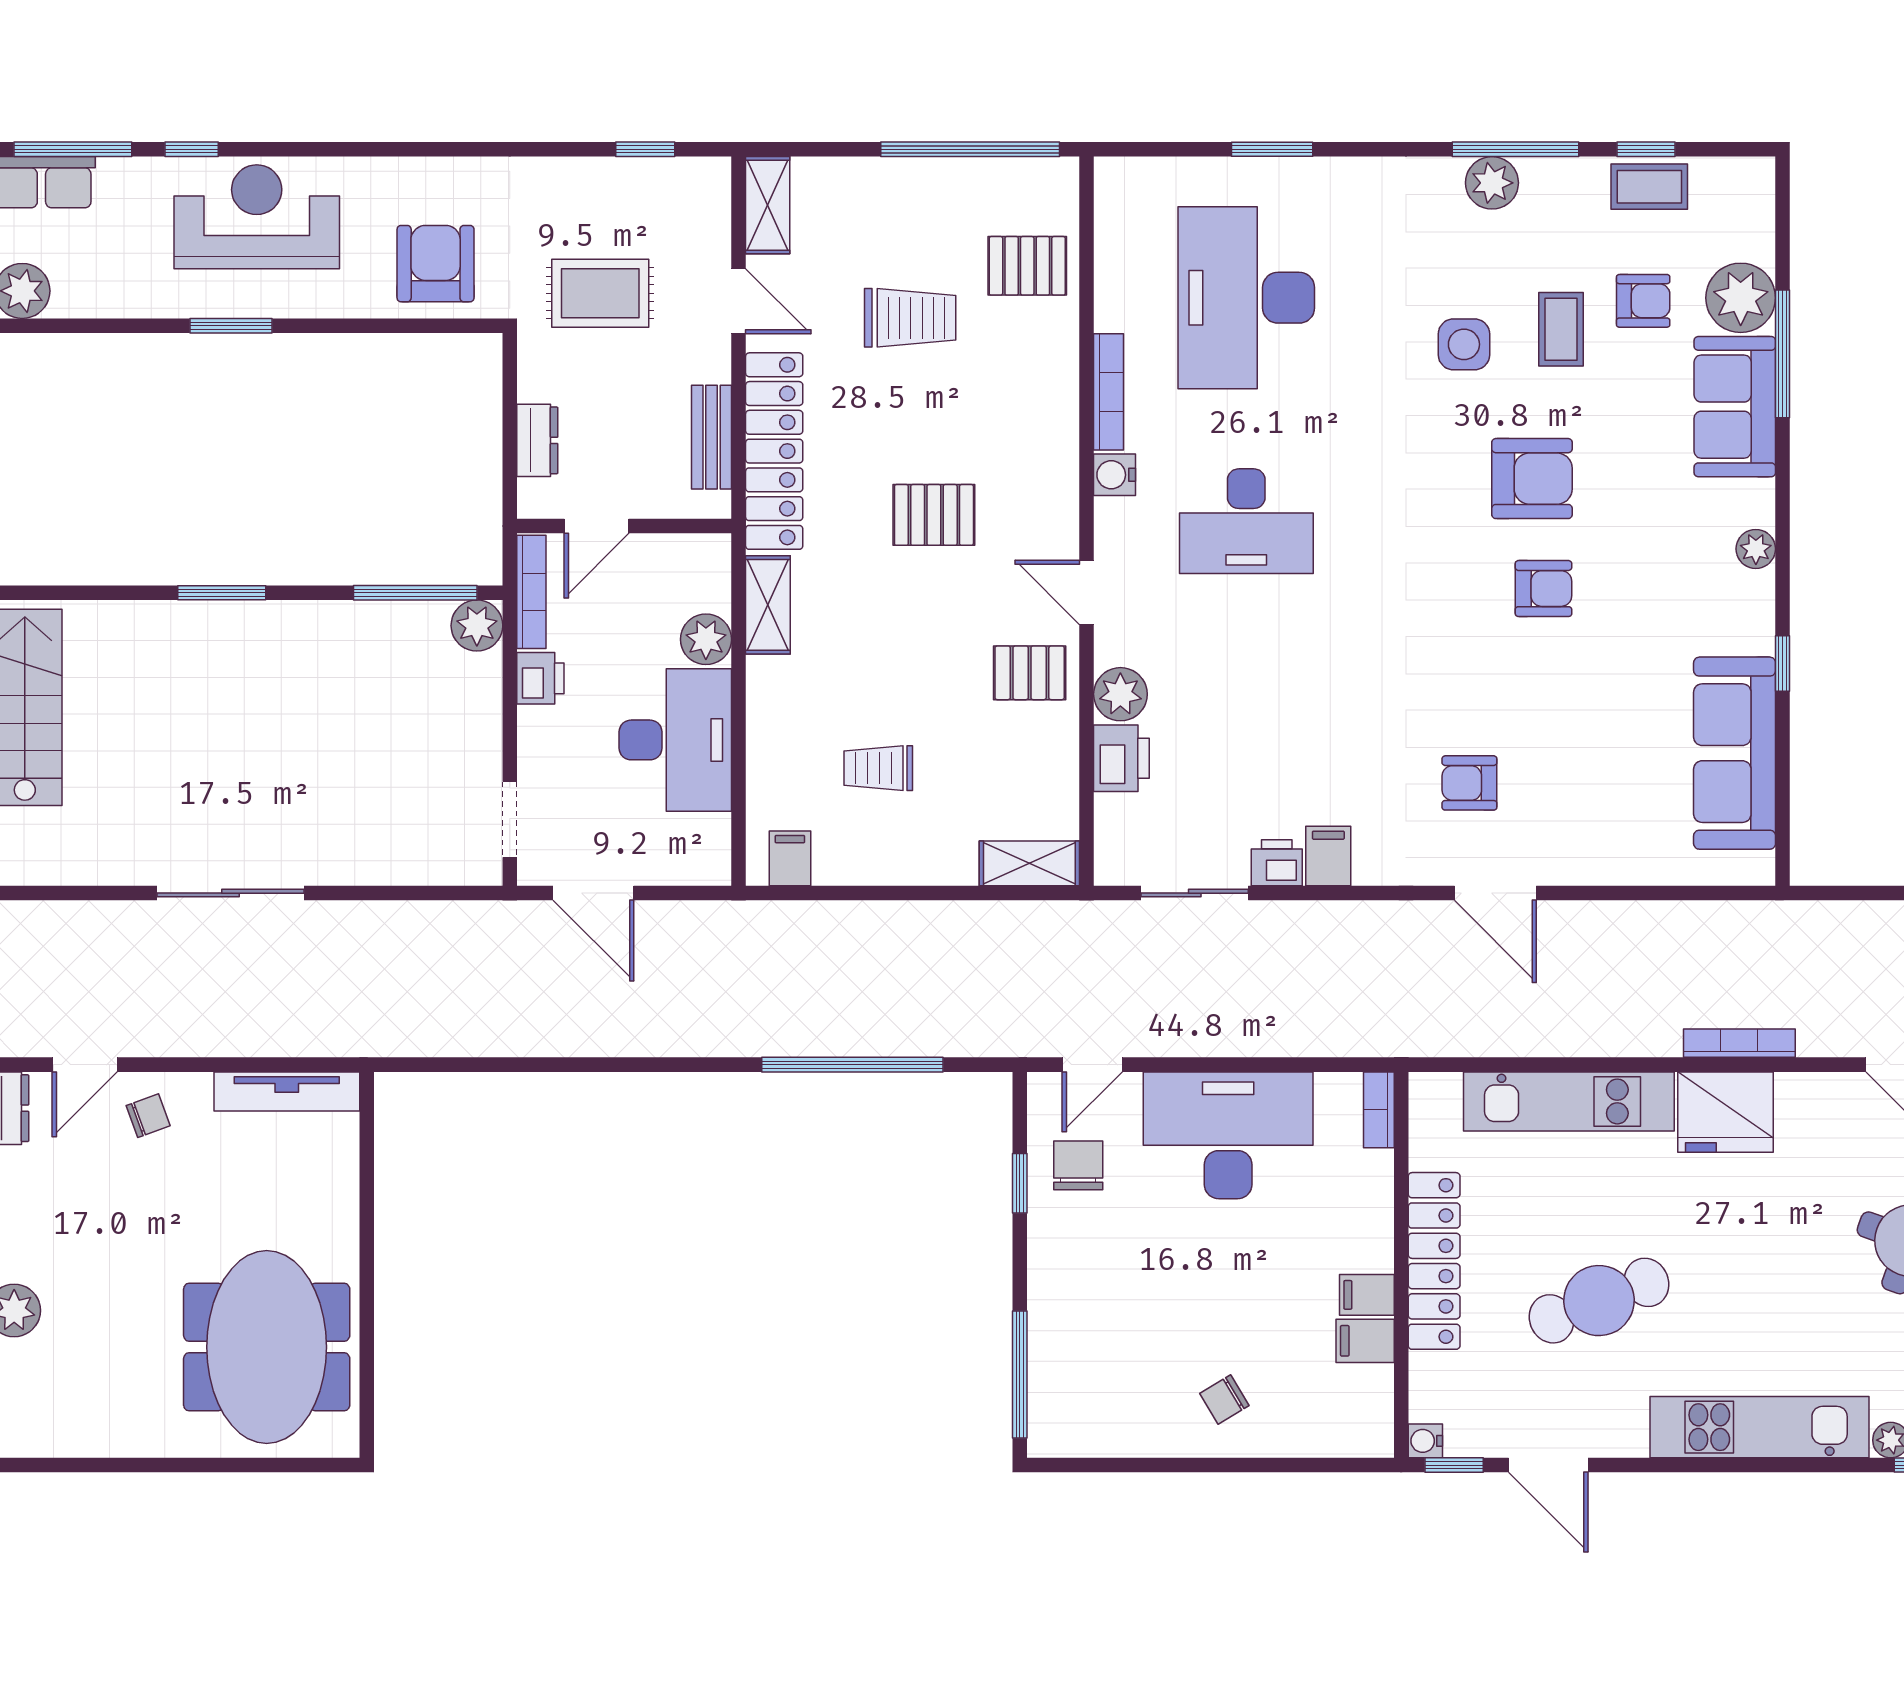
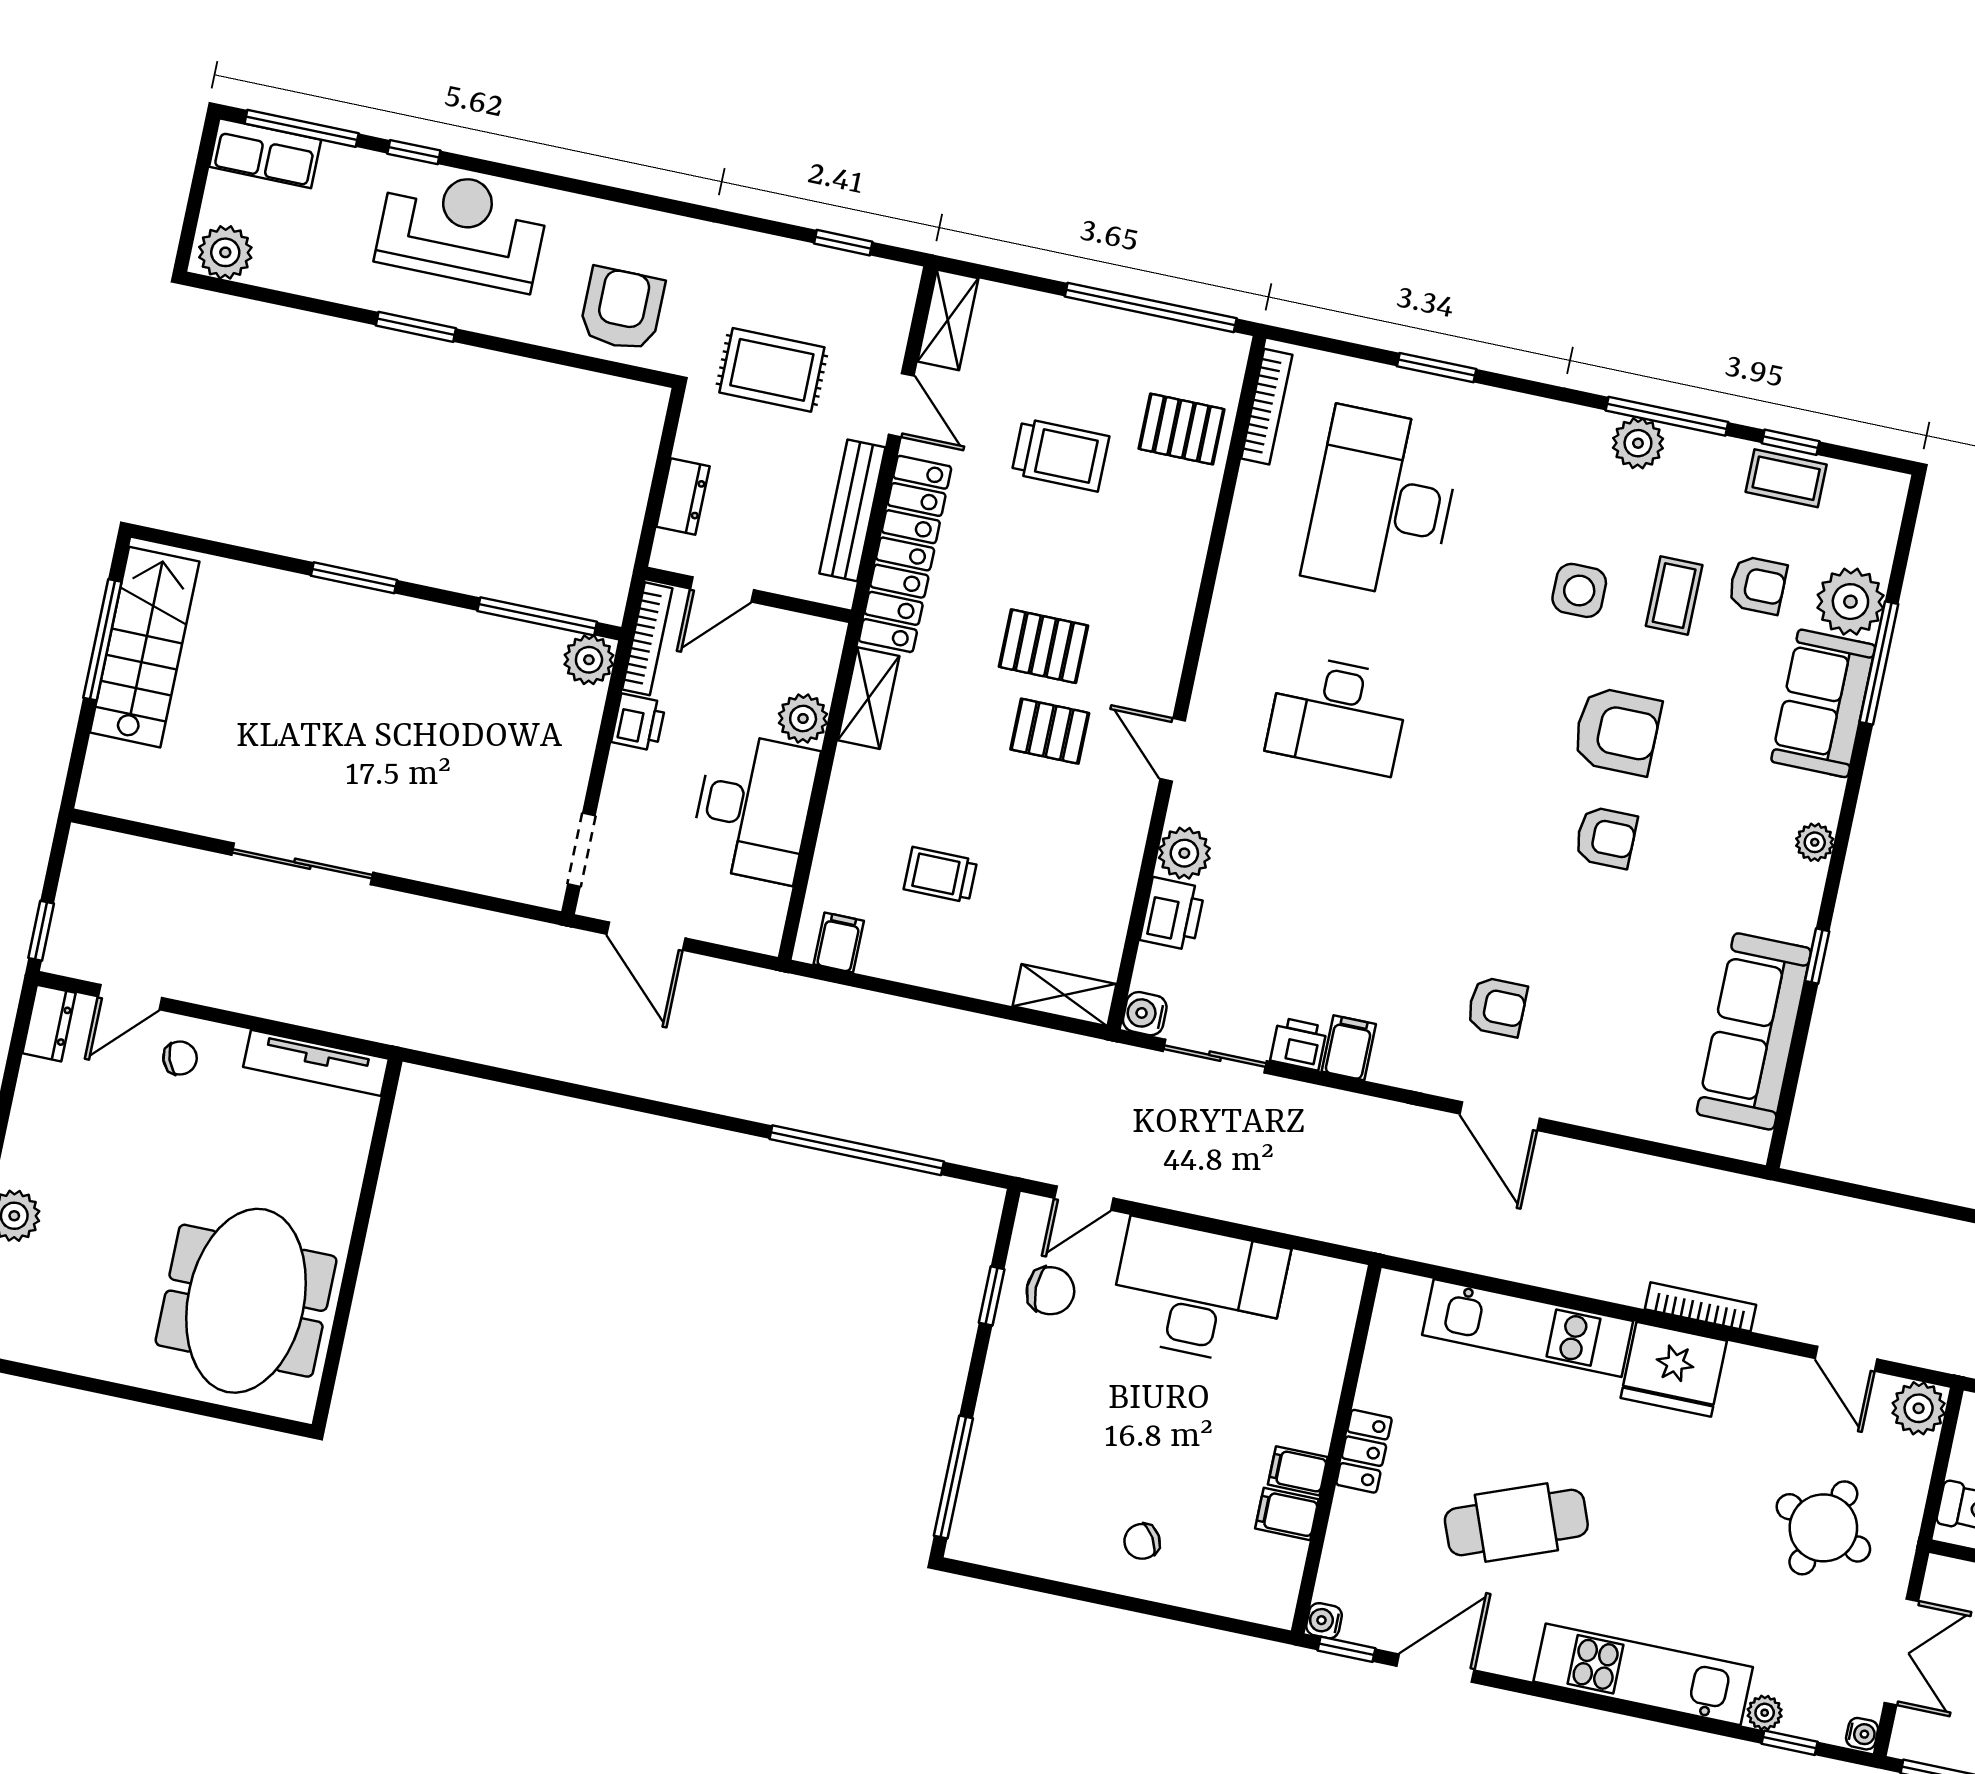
bookcase: (1109, 392) -> (1267, 407), moved
bench: (712, 437) -> (852, 510), width x1.36
water cooler: (1115, 475) -> (1145, 1014), moved
pallet: (1030, 673) -> (1050, 731), moved
armchair: (1469, 783) -> (1497, 1007), turned 180
bookcase: (1379, 1110) -> (1346, 1298), removed
chair: (1078, 1165) -> (1050, 1291), turned 90
locker: (1434, 1261) -> (1364, 1451), width x0.46, depth x0.83
door: (1548, 1465) -> (1435, 1668), swing flipped

